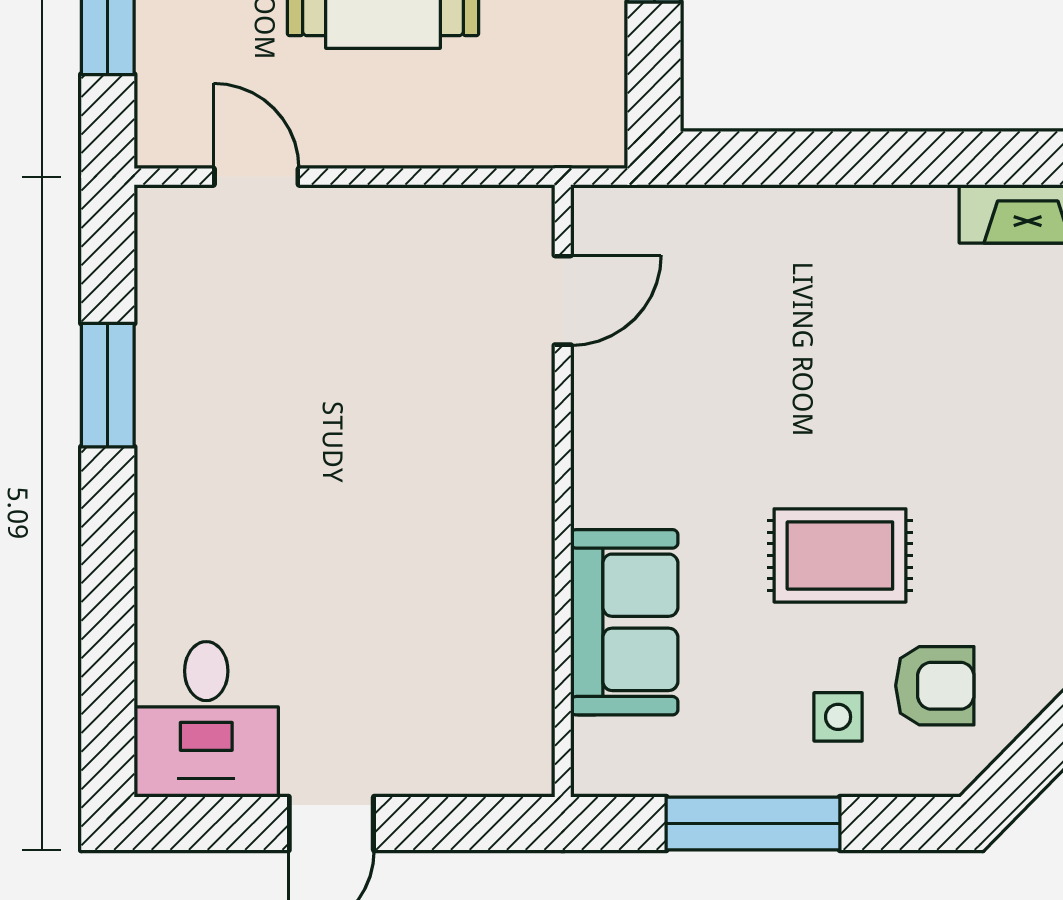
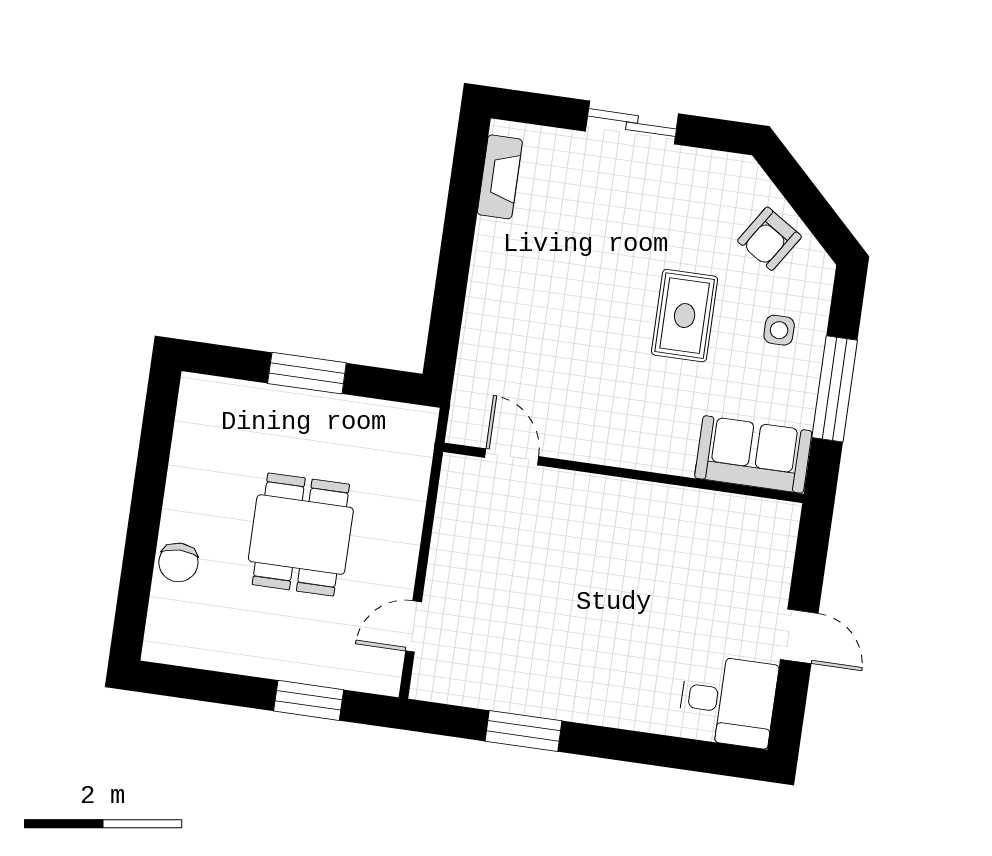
sofa: (624, 622) -> (753, 454), moved
armchair: (935, 686) -> (769, 239), moved, turned -147

